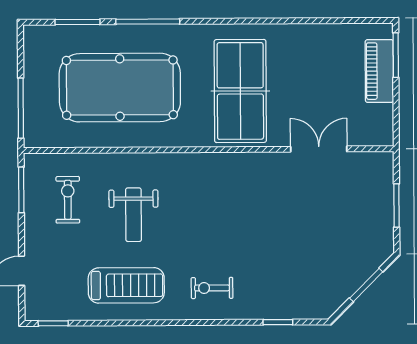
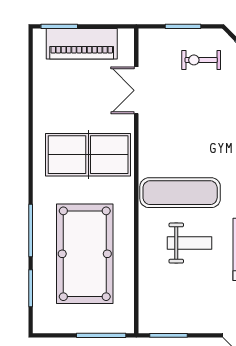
piano: (379, 71) -> (82, 44), width x1.37, depth x1.33
exercise bike: (68, 200) -> (201, 60), moved
exercise mat: (195, 203) -> (180, 193), added

